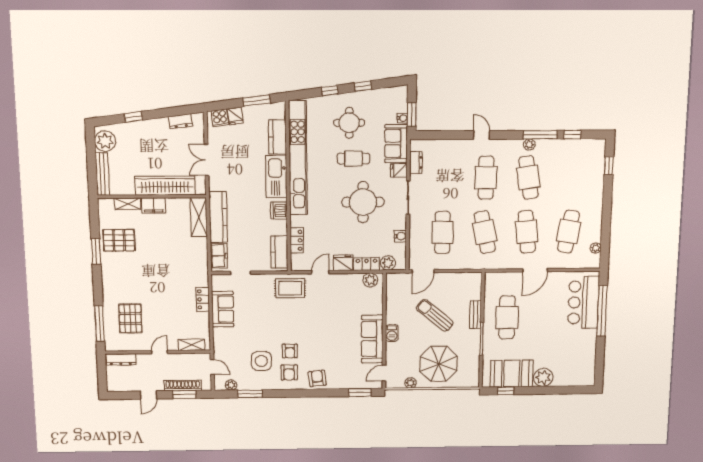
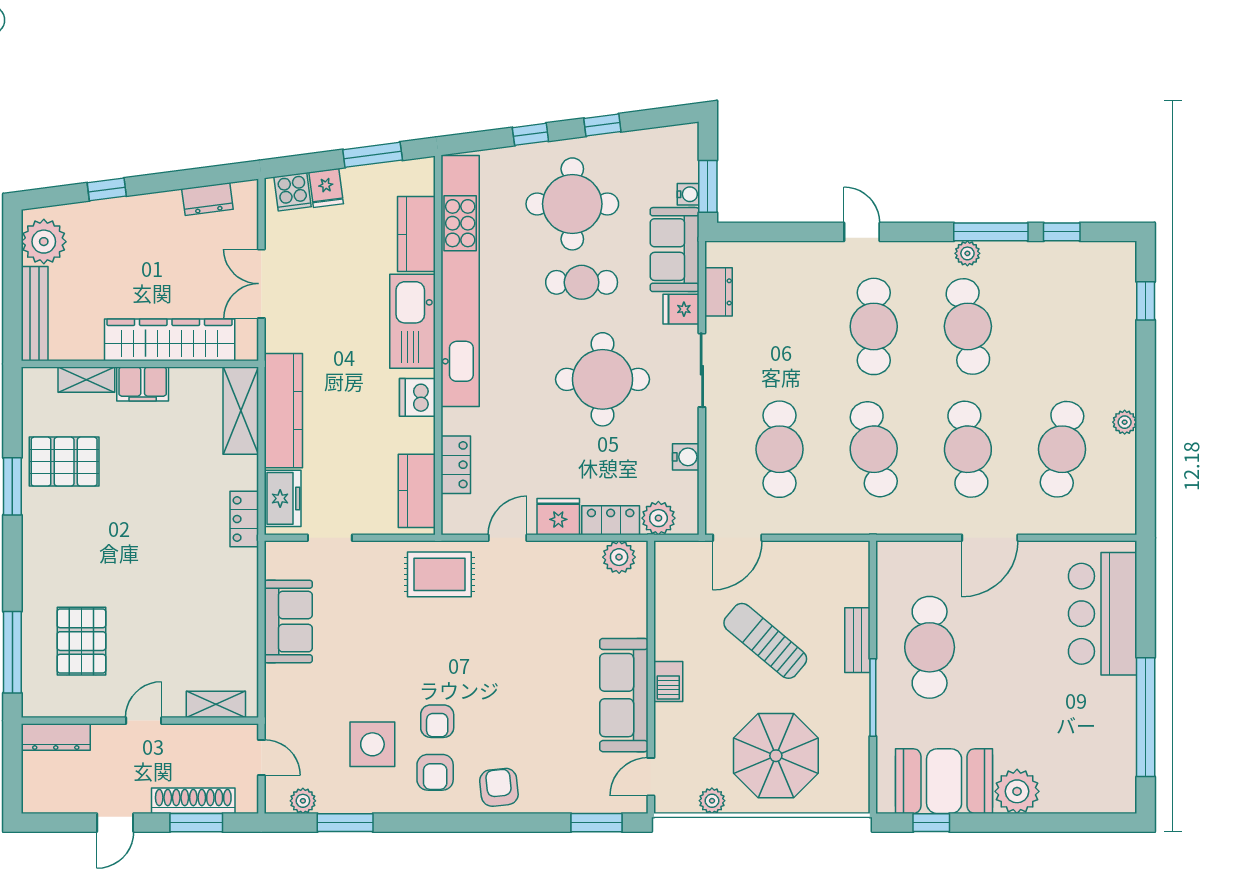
round table: (349, 123) -> (572, 204), width x1.36, depth x1.36
plant: (596, 248) -> (1125, 422), moved
locker: (203, 299) -> (244, 519), moved
window: (602, 311) -> (1146, 717), moved

